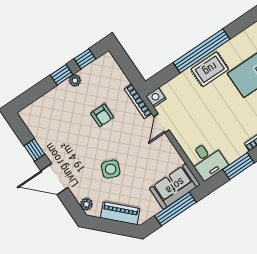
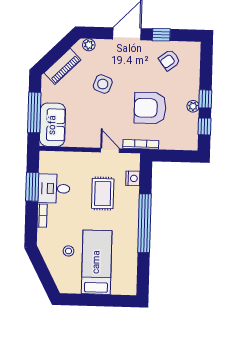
rug: (210, 69) -> (103, 194), moved
nightstand: (156, 98) -> (133, 178), moved
armchair: (102, 115) -> (150, 108), width x1.88, depth x1.88
armchair: (51, 128) -> (169, 60), added
desk: (207, 160) -> (54, 189), moved

